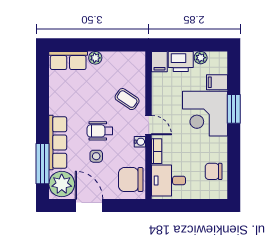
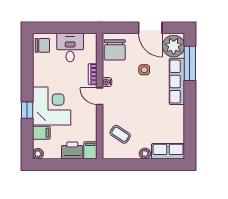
plant: (201, 58) -> (38, 154), moved
coffee table: (127, 99) -> (120, 134), moved
window: (234, 109) -> (27, 110), width x0.67
wheelchair: (100, 131) -> (141, 91), removed
chair: (214, 171) -> (42, 45), moved
chair: (131, 180) -> (115, 50), turned 90
desk: (169, 180) -> (70, 48), moved, turned -90

